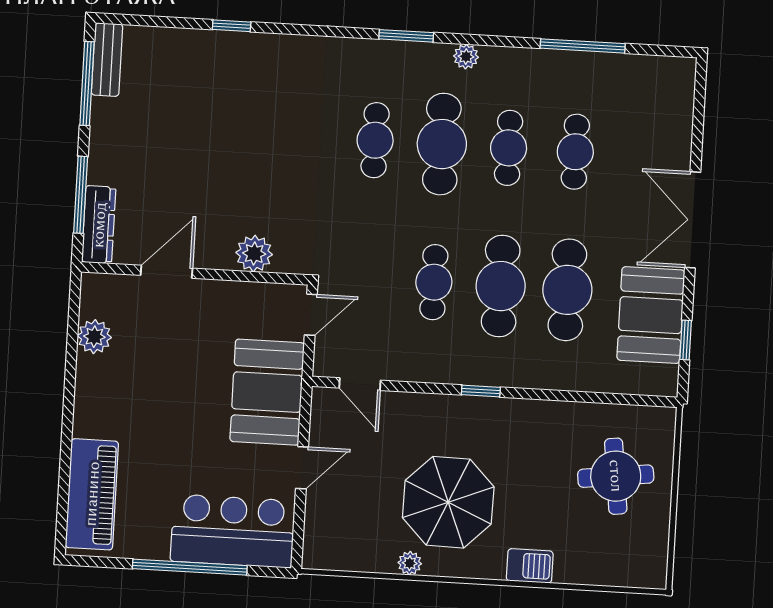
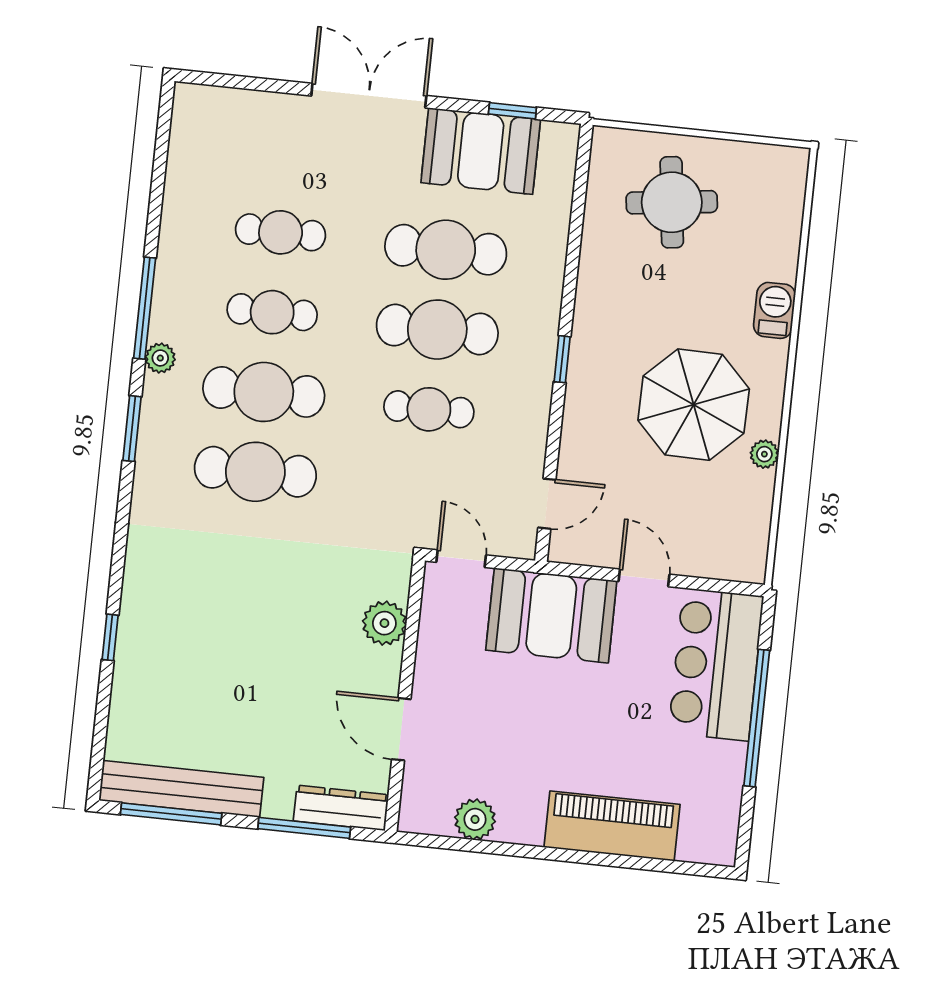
window: (583, 46) -> (145, 308), moved
bench: (107, 60) -> (181, 789), width x1.86, depth x1.21
cafe table: (375, 140) -> (255, 472), width x1.37, depth x1.35
double door: (693, 220) -> (369, 96), swing flipped
piano: (92, 494) -> (612, 826), moved

